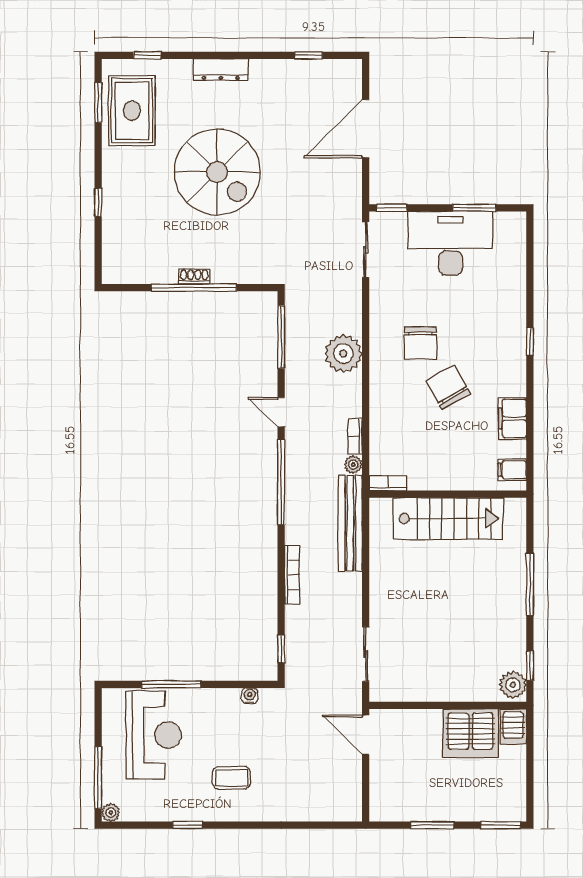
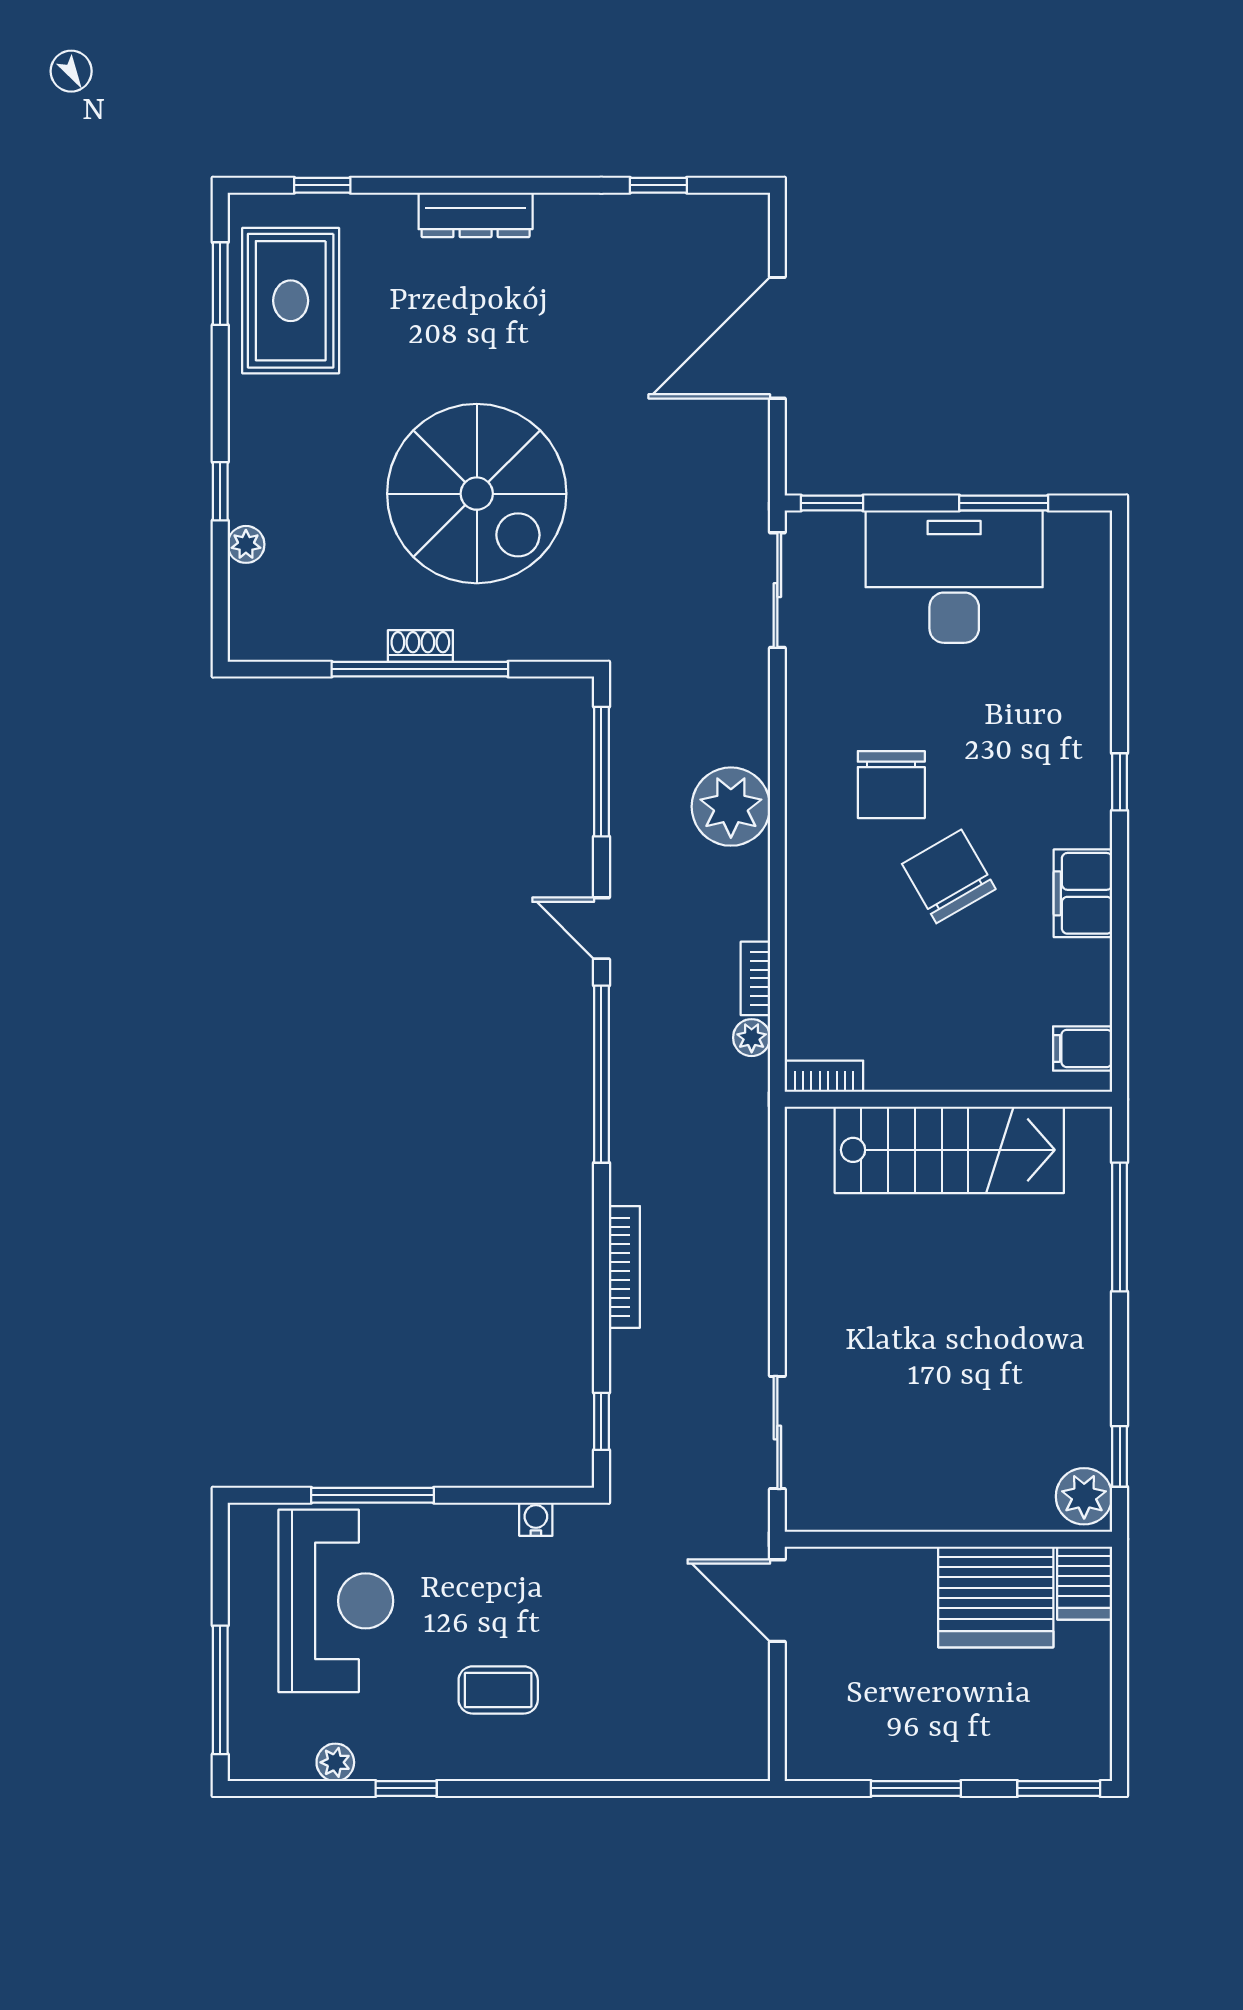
spiral stairs: (217, 172) -> (477, 494), moved
plant: (111, 228) -> (246, 544), added
filing cabinet: (512, 418) -> (1083, 893), moved
bench: (350, 523) -> (745, 1160), removed
window: (530, 584) -> (1120, 1227), moved
plant: (111, 813) -> (335, 1762), moved

